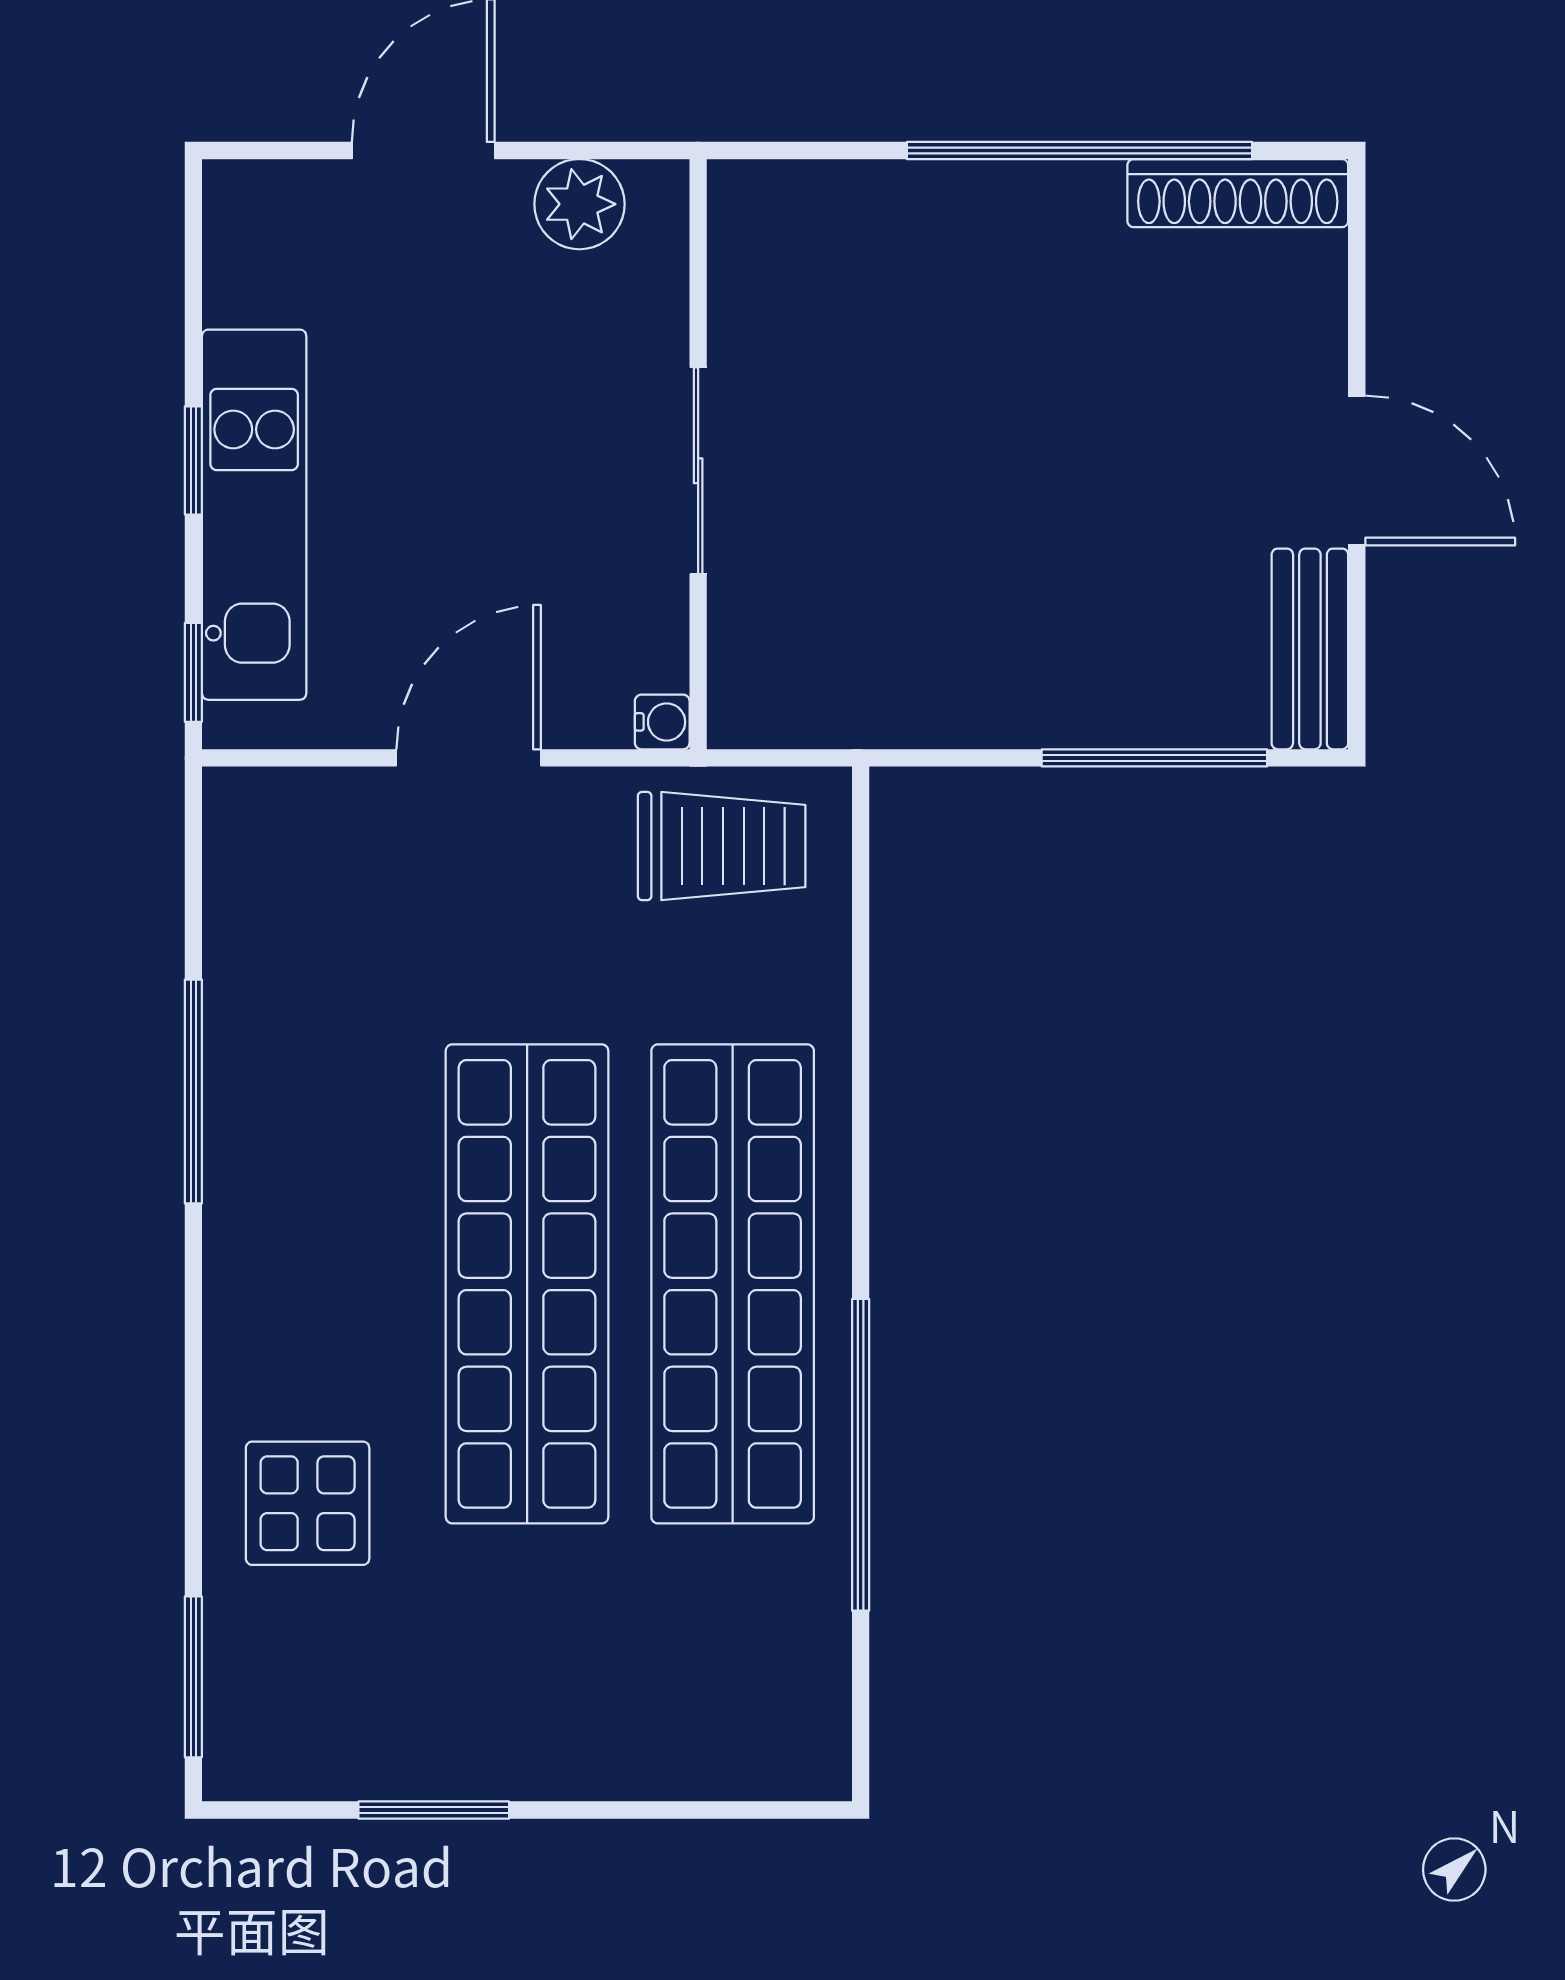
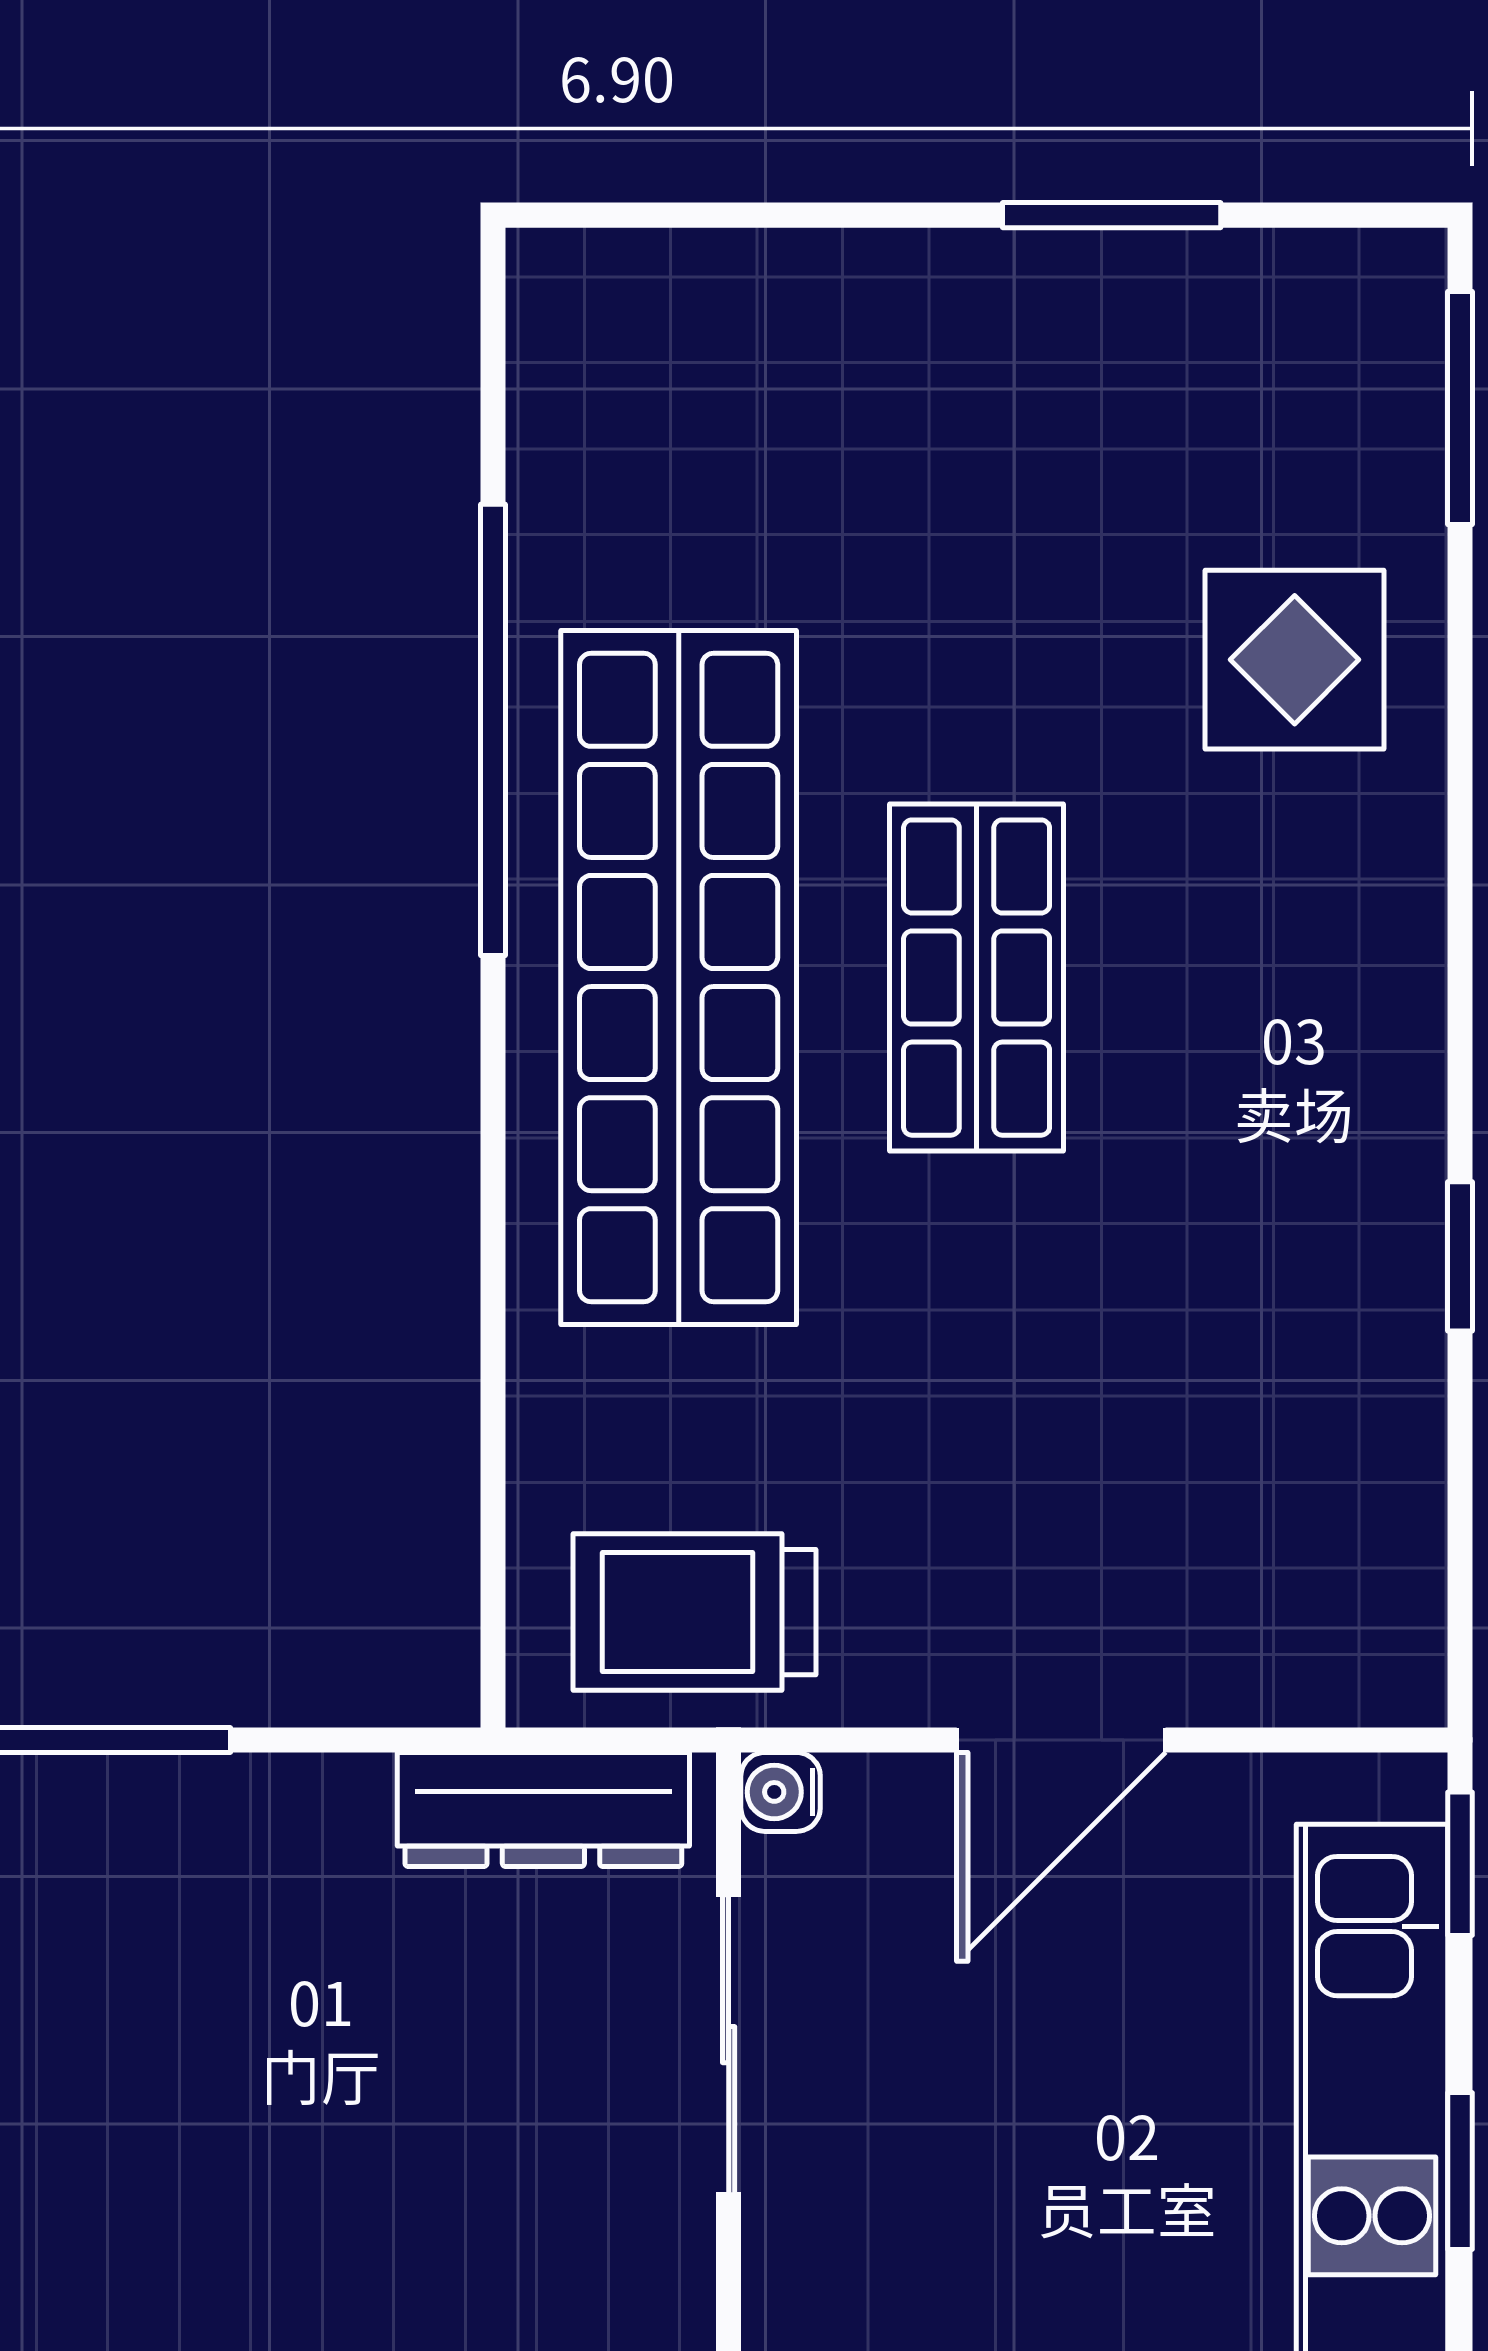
sliding door: (698, 471) -> (729, 2045), moved
dresser: (826, 710) -> (543, 1809), added
window: (193, 1092) -> (1460, 1256), width x0.46
shop shelf: (527, 1284) -> (977, 978), width x0.50, depth x0.74

